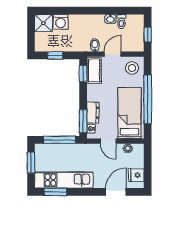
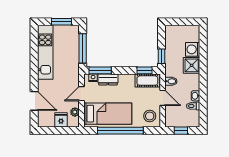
shower: (43, 23) -> (192, 65), moved
window: (55, 55) -> (161, 56), moved
fridge: (136, 175) -> (61, 120), moved
window: (55, 192) -> (34, 45), removed

